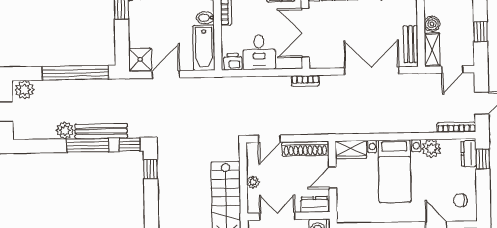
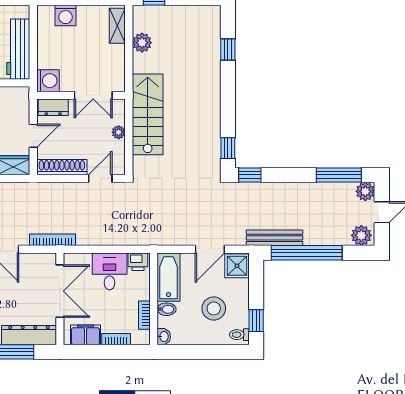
stool: (161, 19) -> (214, 308), added
bookcase: (305, 81) -> (53, 240), width x1.56
plant: (65, 130) -> (365, 191), moved
bench: (101, 131) -> (275, 238), moved
window: (88, 145) -> (339, 175), moved

